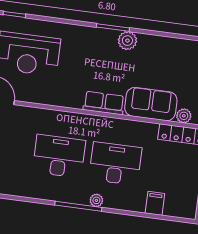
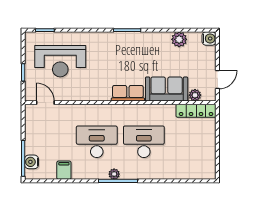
plant: (127, 41) -> (179, 39), moved
plant: (96, 200) -> (114, 174), moved
filing cabinet: (155, 203) -> (64, 170), moved

